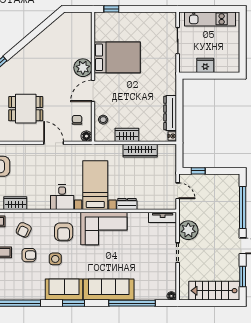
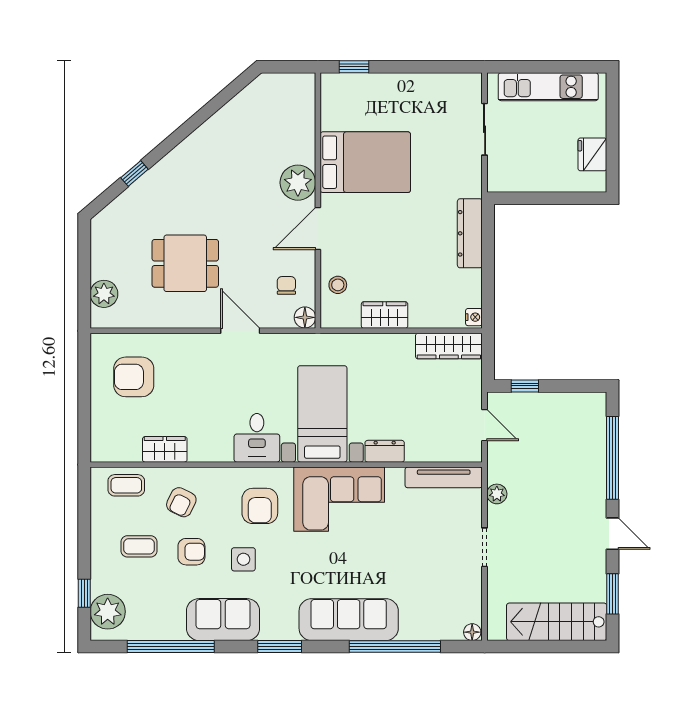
fridge: (205, 65) -> (592, 154), moved, turned -90
dresser: (170, 113) -> (470, 233), moved
wardrobe: (140, 151) -> (449, 346), moved
tv unit: (163, 217) -> (444, 477), width x1.41
plant: (188, 230) -> (497, 494), width x0.53, depth x0.53
sofa: (64, 290) -> (223, 620), moved

